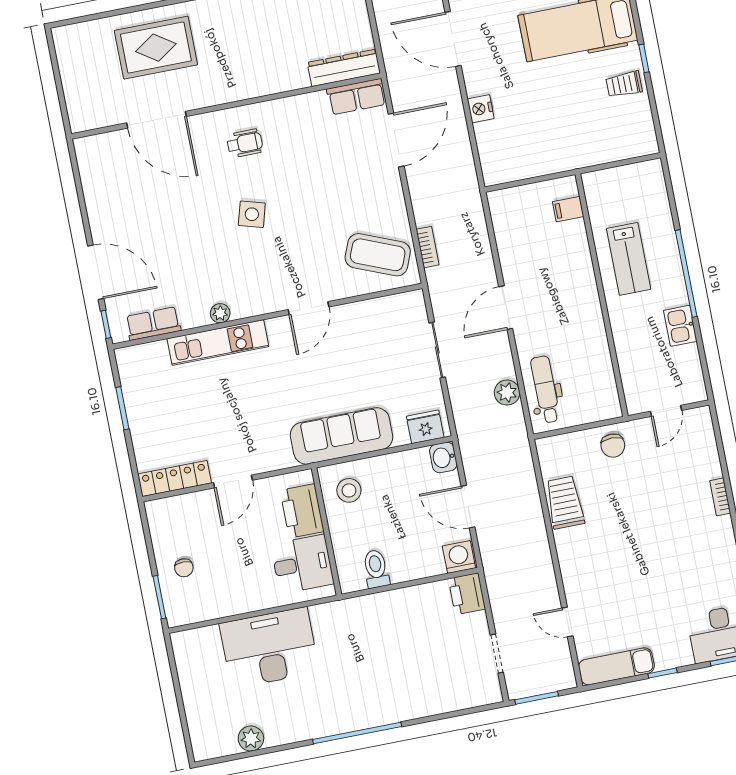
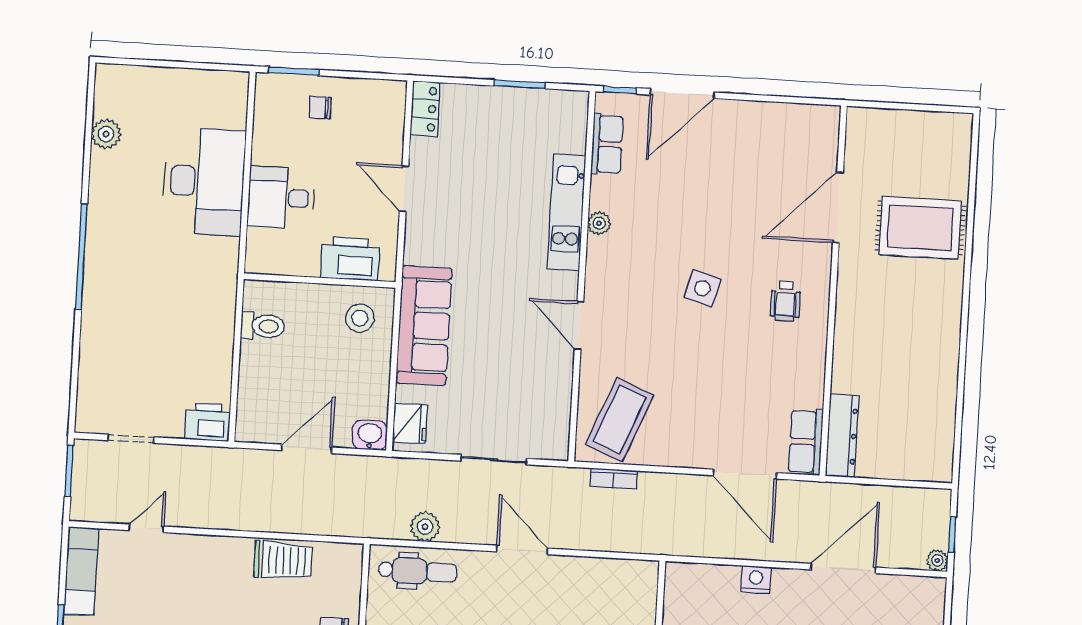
rug: (156, 48) -> (920, 228), turned 90
locker: (175, 479) -> (425, 109), width x0.66
washing machine: (459, 557) -> (252, 424), removed
desk: (302, 564) -> (281, 198), moved, turned 90

